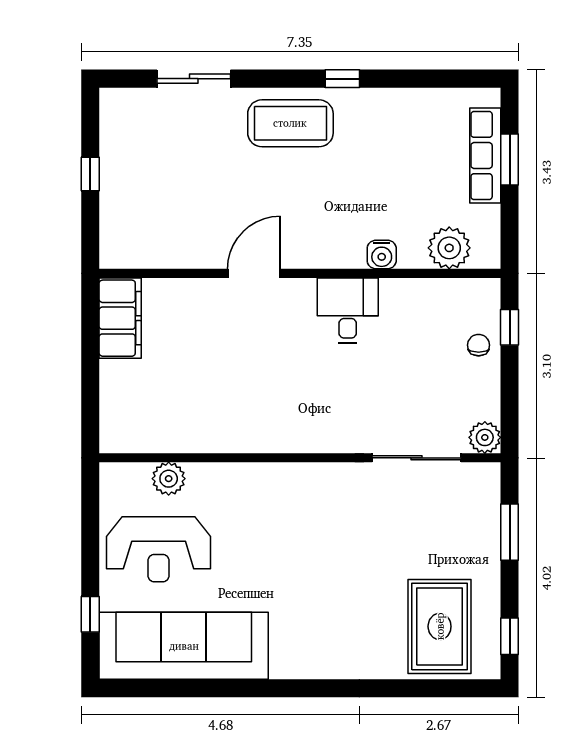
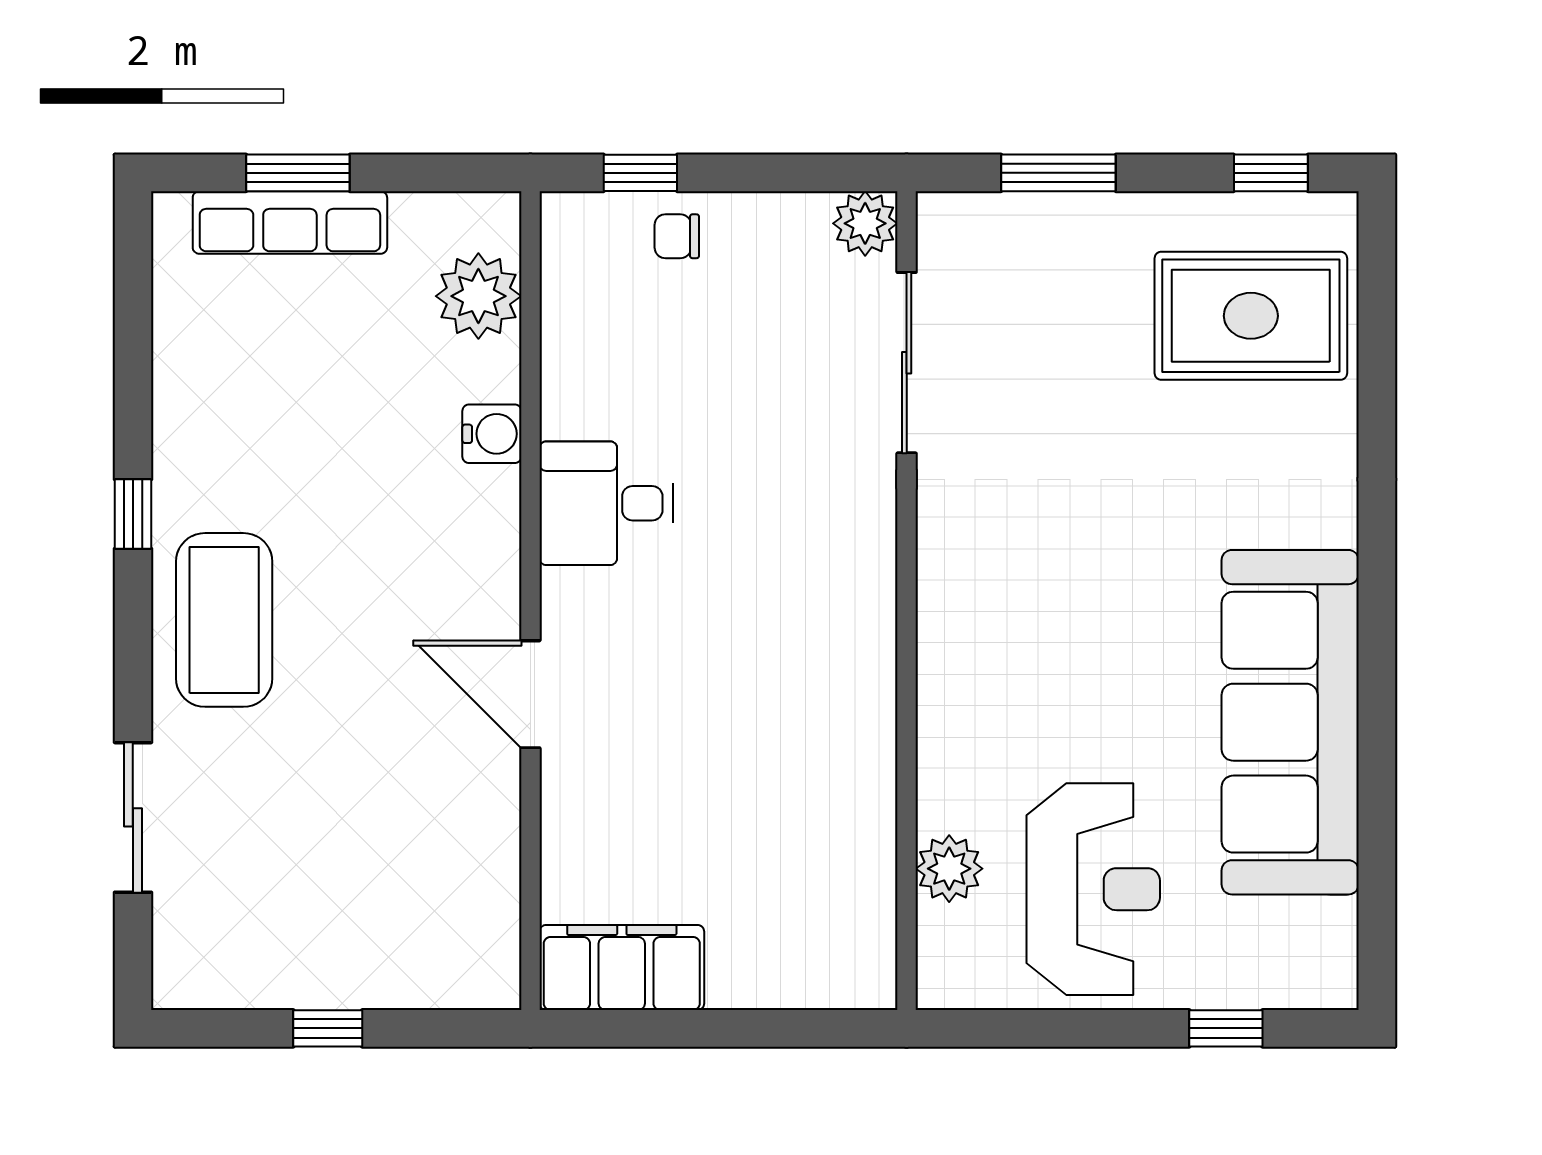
sofa: (184, 646) -> (1290, 722), moved

